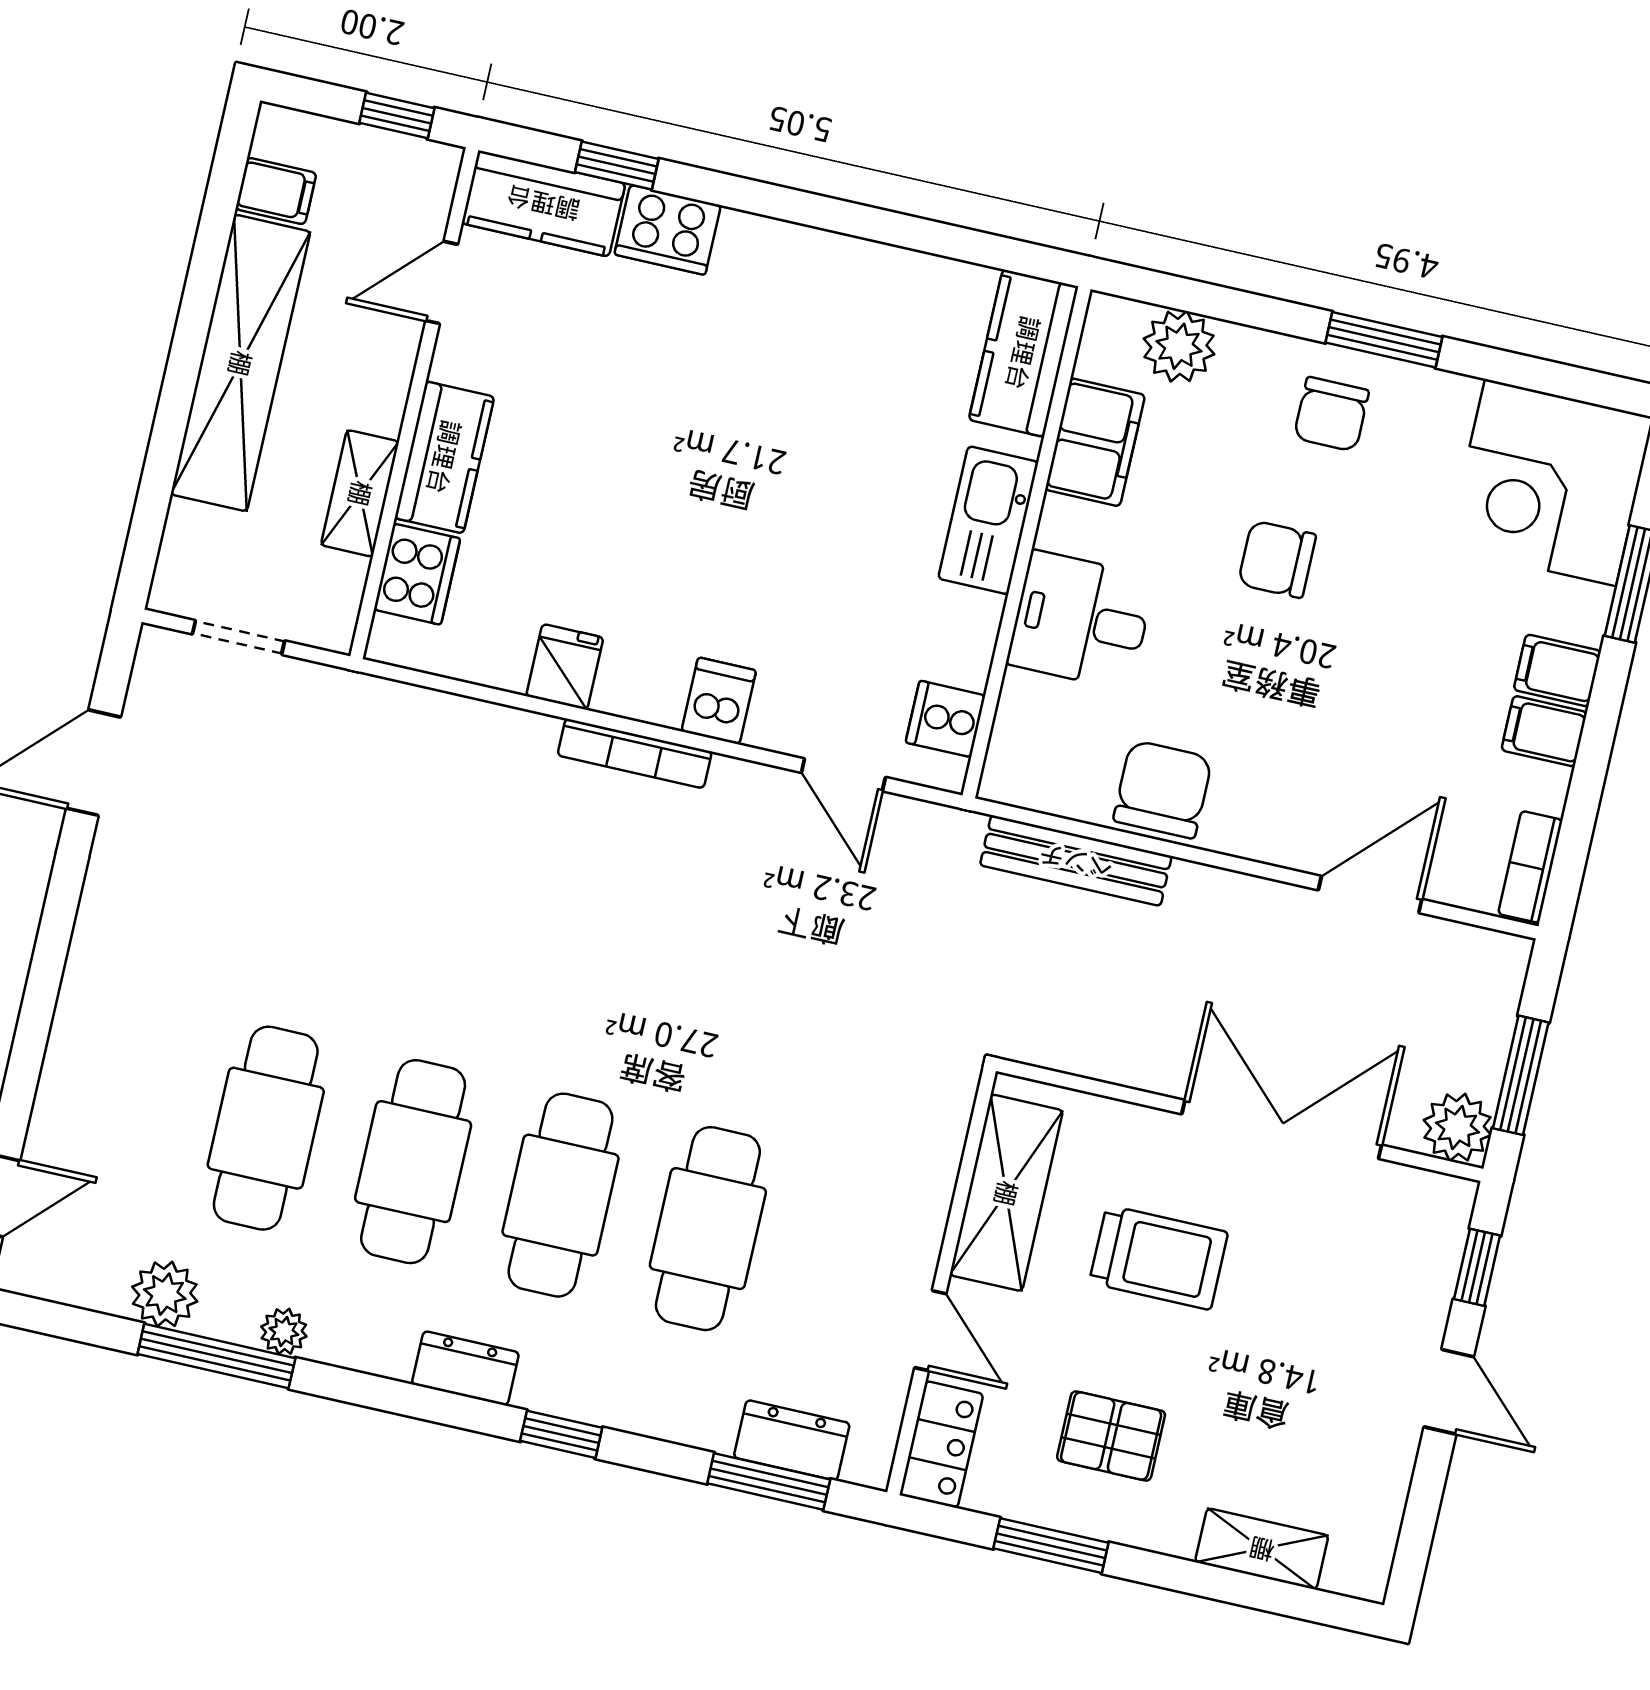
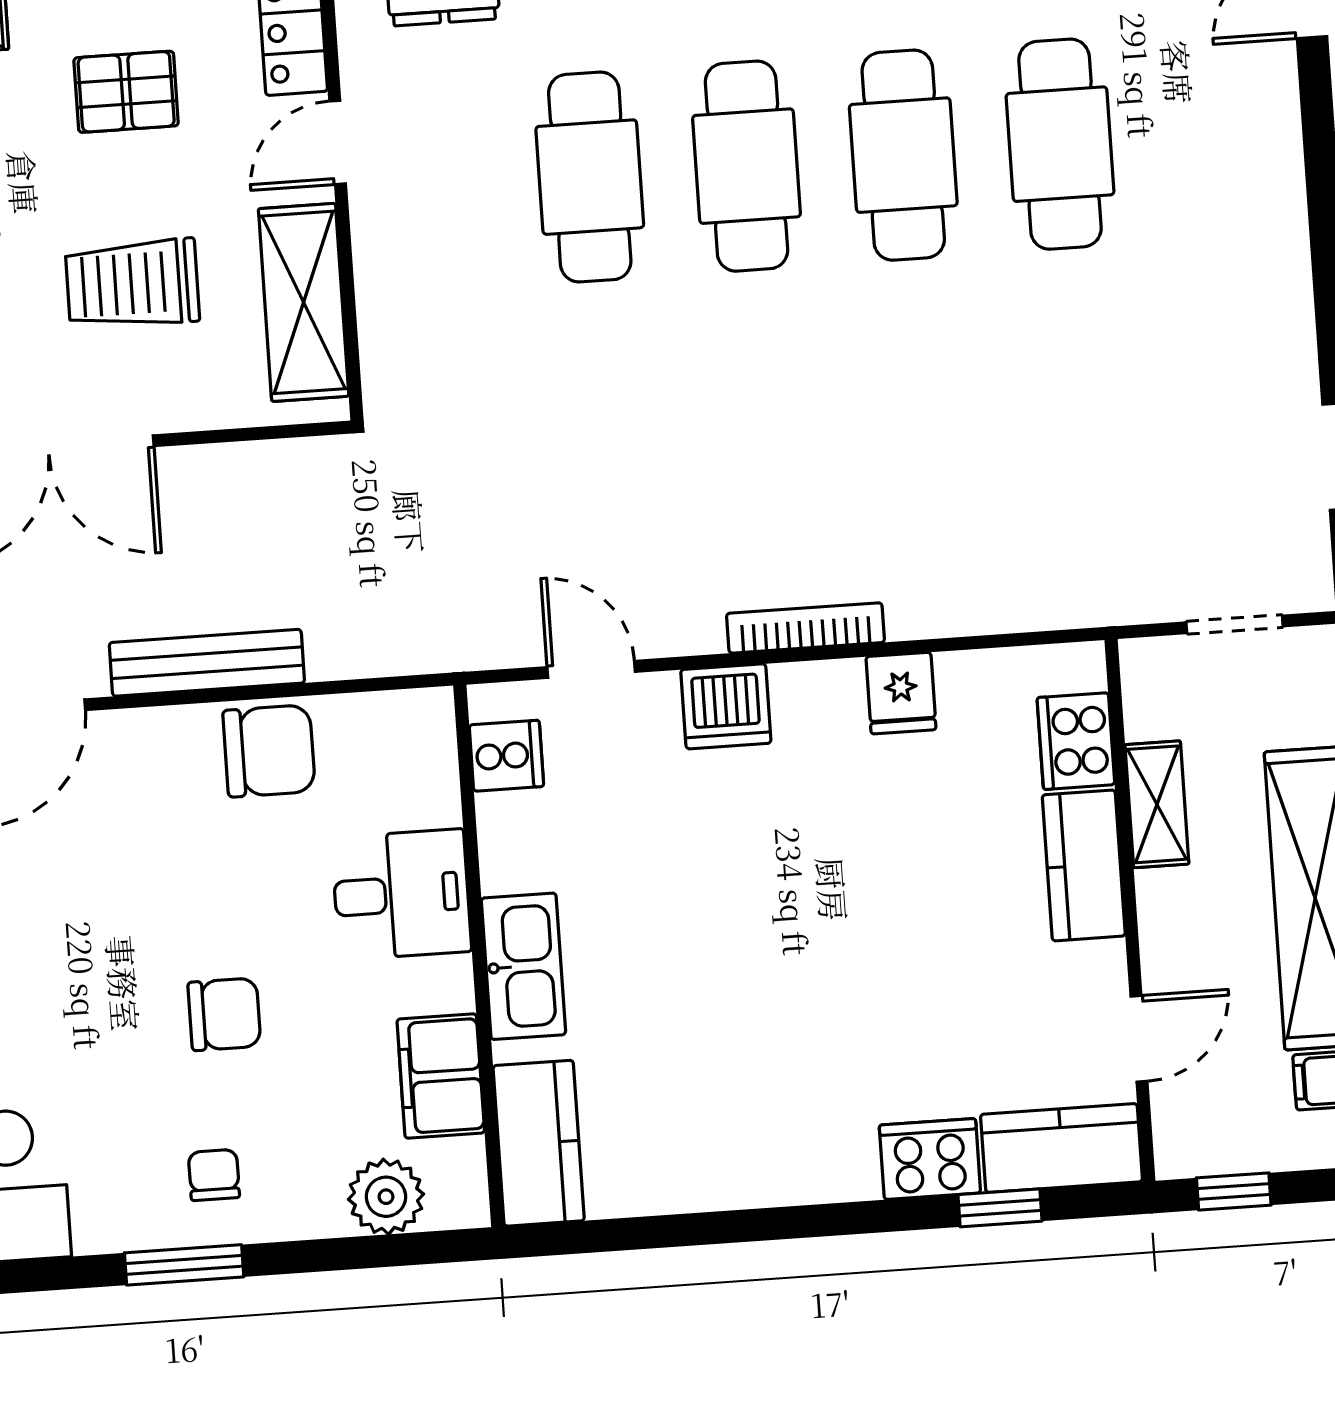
chair: (1331, 414) -> (214, 1175), width x0.73, depth x0.73
dishwasher: (719, 701) -> (726, 706), width x1.38
chair: (1163, 789) -> (269, 751), turned -90
bench: (1076, 861) -> (207, 663), moved
door: (930, 1331) -> (338, 142), hinge flipped

